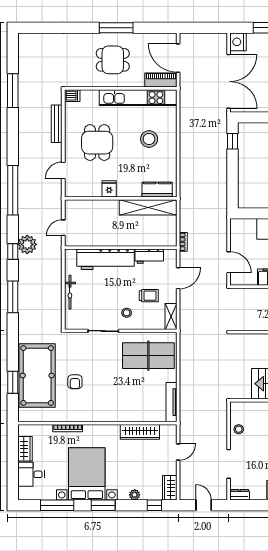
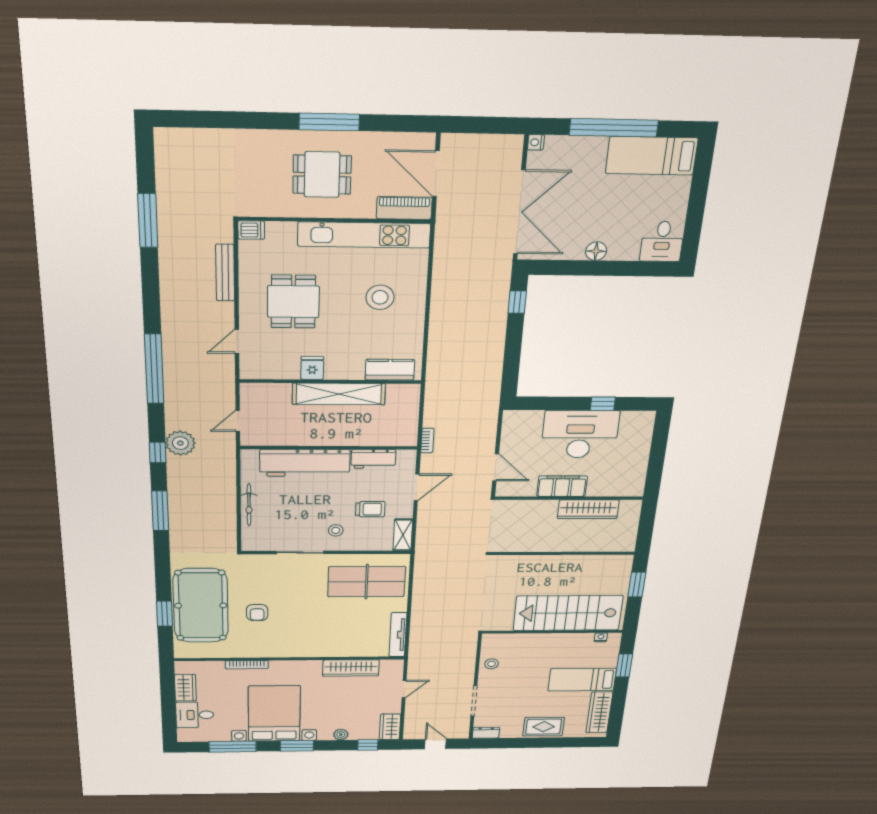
nightstand: (238, 42) -> (536, 142), width x0.53, depth x0.56
shelving: (148, 207) -> (339, 394), moved

